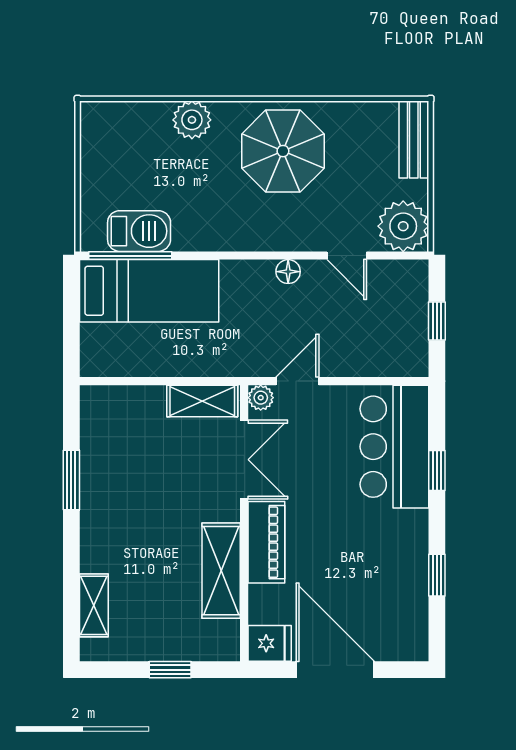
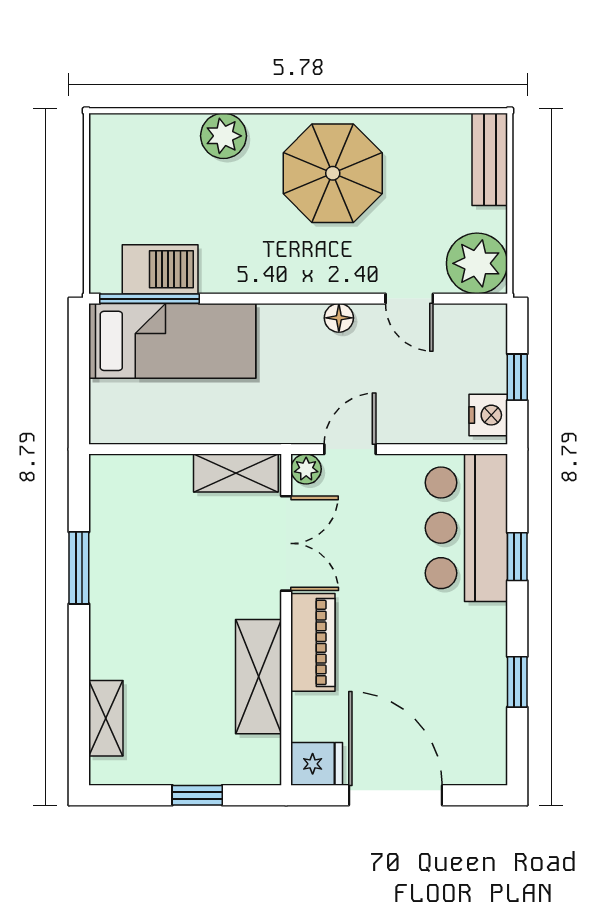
nightstand: (413, 353) -> (488, 415), added

